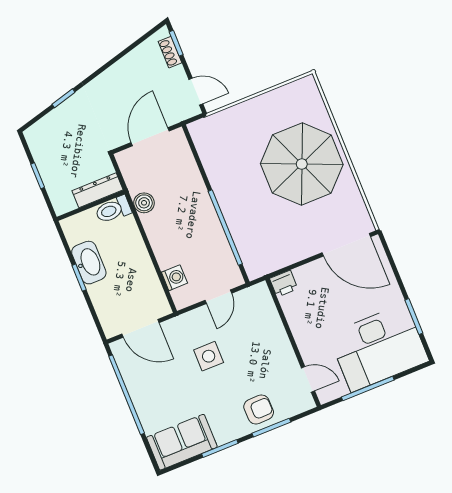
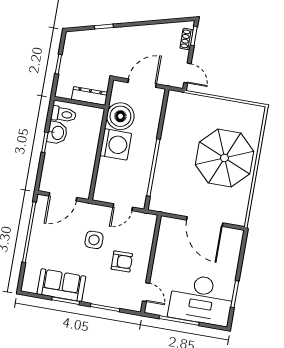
boiler: (144, 203) -> (120, 116), width x1.86, depth x1.86
toilet: (113, 210) -> (64, 114), moved, turned 180
door: (346, 245) -> (205, 221), moved
washbasin: (89, 263) -> (57, 133), width x0.72
washing machine: (174, 278) -> (116, 144), moved, width x1.89, depth x1.89
printer: (284, 284) -> (168, 224), removed
door: (140, 328) -> (63, 197), hinge flipped
armchair: (259, 409) -> (122, 261), moved
sofa: (182, 442) -> (61, 285), moved

